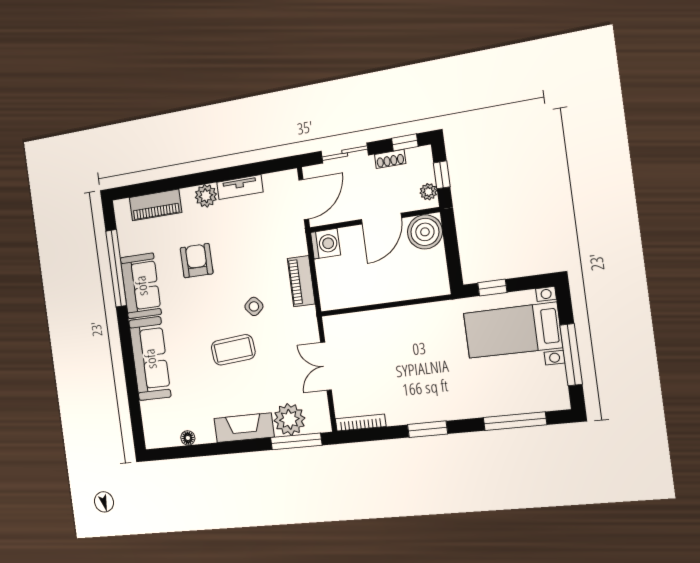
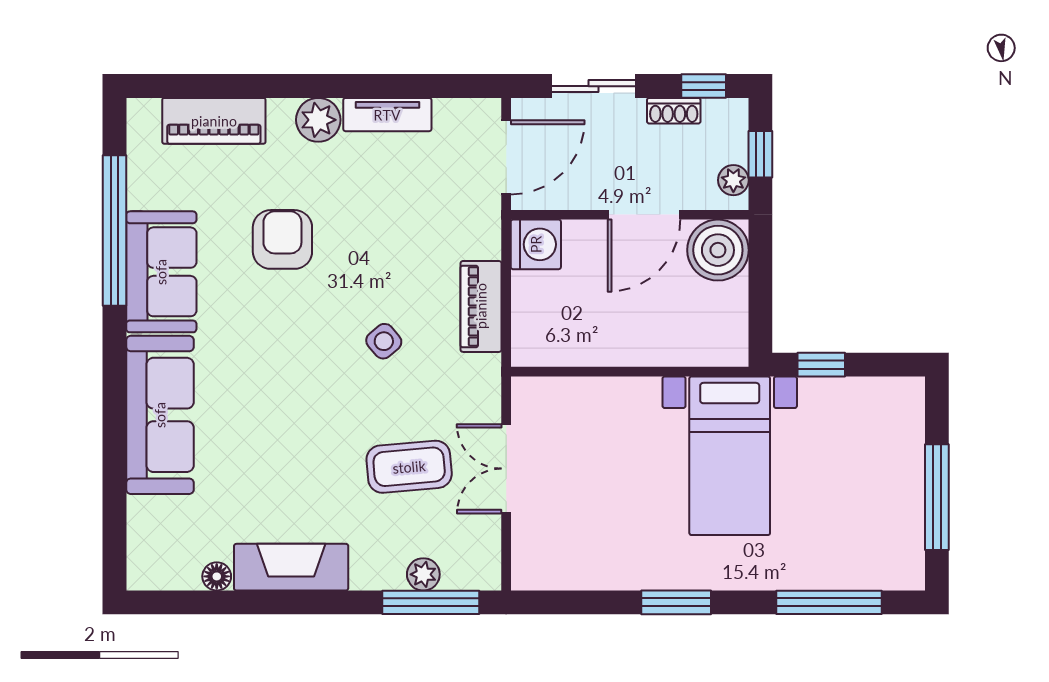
bed with nightstands: (513, 330) -> (730, 456), moved, turned -90
coffee table: (233, 350) -> (409, 467), moved
plant: (289, 419) -> (423, 574), width x0.53, depth x0.53
bookcase: (361, 423) -> (557, 579), removed
fireplace: (244, 428) -> (291, 567), moved

